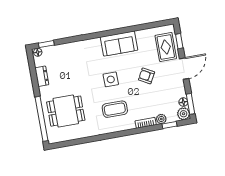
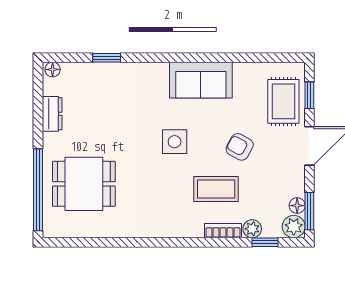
window: (46, 44) -> (107, 58), moved
coffee table: (115, 109) -> (216, 189), moved

